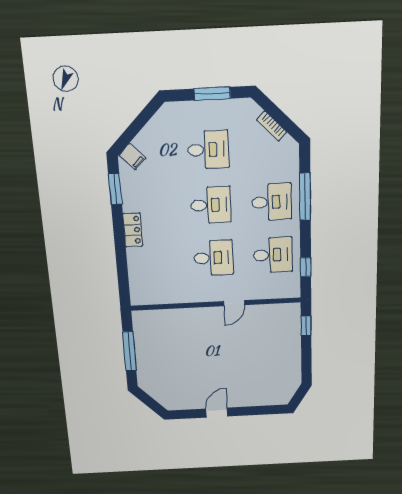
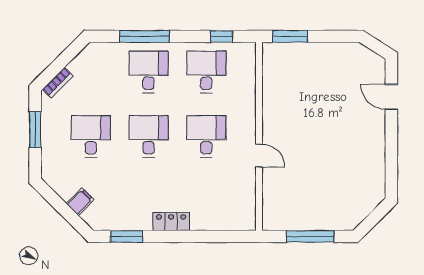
bookcase: (272, 126) -> (58, 83), moved
filing cabinet: (132, 157) -> (80, 202), moved
door: (234, 303) -> (259, 156), moved
window: (306, 326) -> (290, 36), width x1.50
door: (217, 413) -> (391, 97), moved

